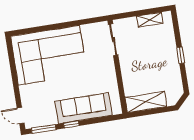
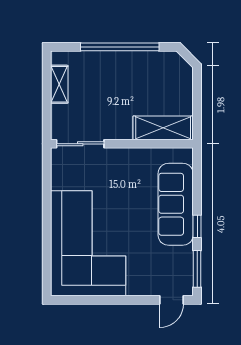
window: (181, 55) -> (120, 47), width x3.17
shelving: (146, 102) -> (163, 128), moved, turned 90

